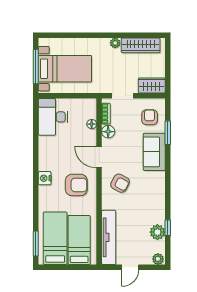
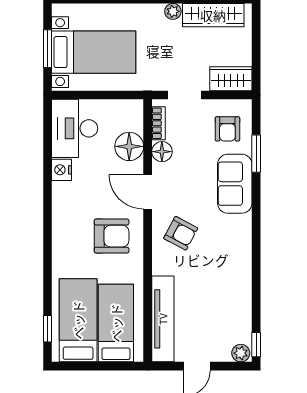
window: (36, 67) -> (48, 49), width x0.69
armchair: (150, 117) -> (227, 129), turned 180
floor lamp: (92, 124) -> (129, 146), width x1.89, depth x1.89
nightstand: (45, 178) -> (62, 170), moved
window: (168, 228) -> (256, 345), moved
plant: (157, 232) -> (240, 311), removed
window: (36, 244) -> (48, 329), width x0.67

